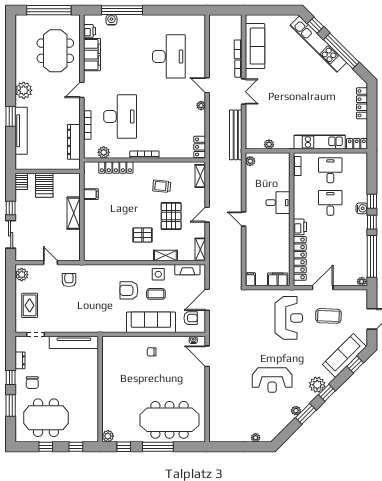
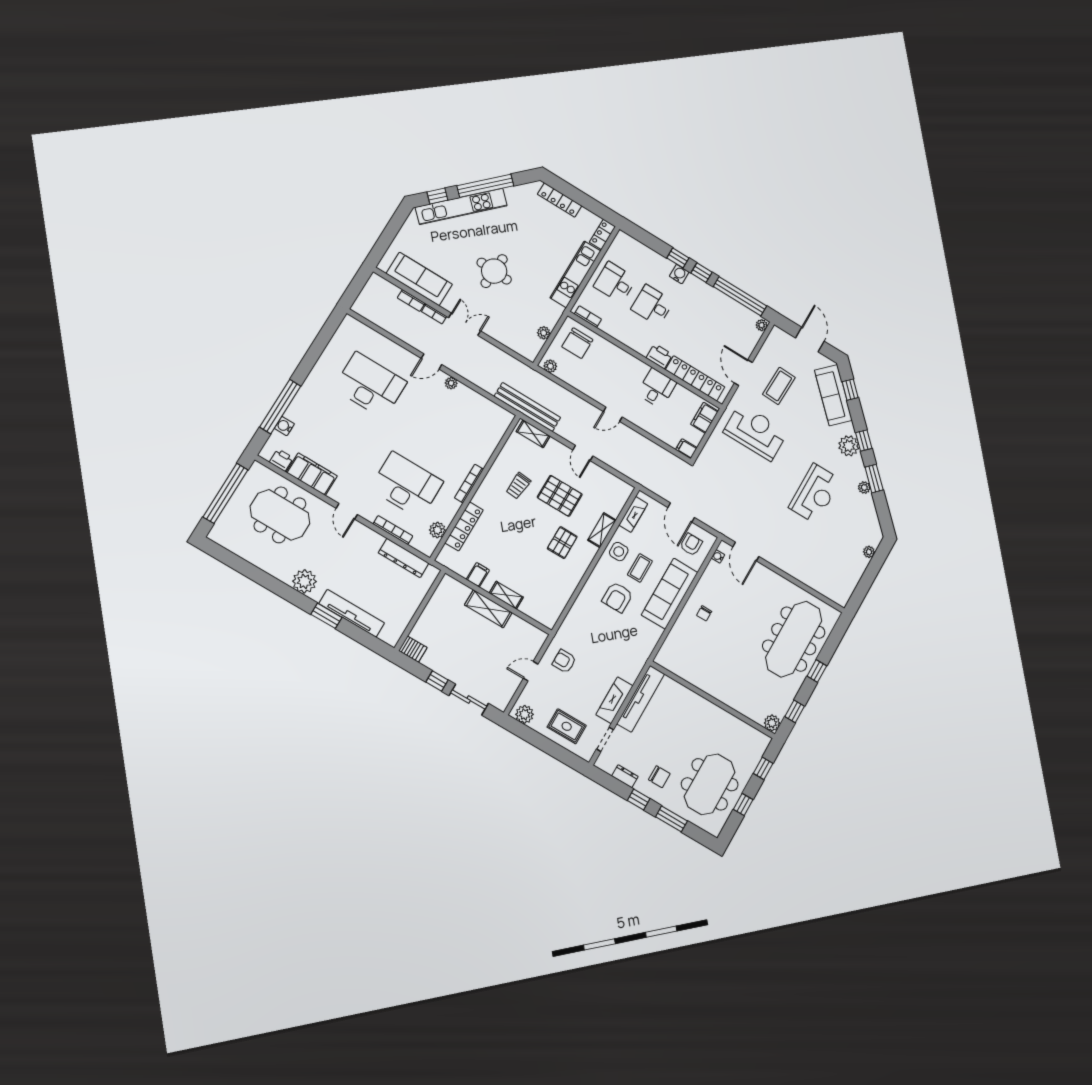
round table: (289, 90) -> (494, 271), added
bench: (236, 135) -> (527, 407), moved
locker: (200, 147) -> (499, 414), removed
chair: (276, 170) -> (577, 343), added
server rack: (44, 185) -> (434, 624), removed
desk: (278, 203) -> (657, 388), moved
shelving: (200, 249) -> (506, 595), moved
fireplace: (63, 326) -> (614, 700), added
door: (207, 356) -> (746, 552), hinge flipped
window: (158, 447) -> (817, 671), width x0.46

